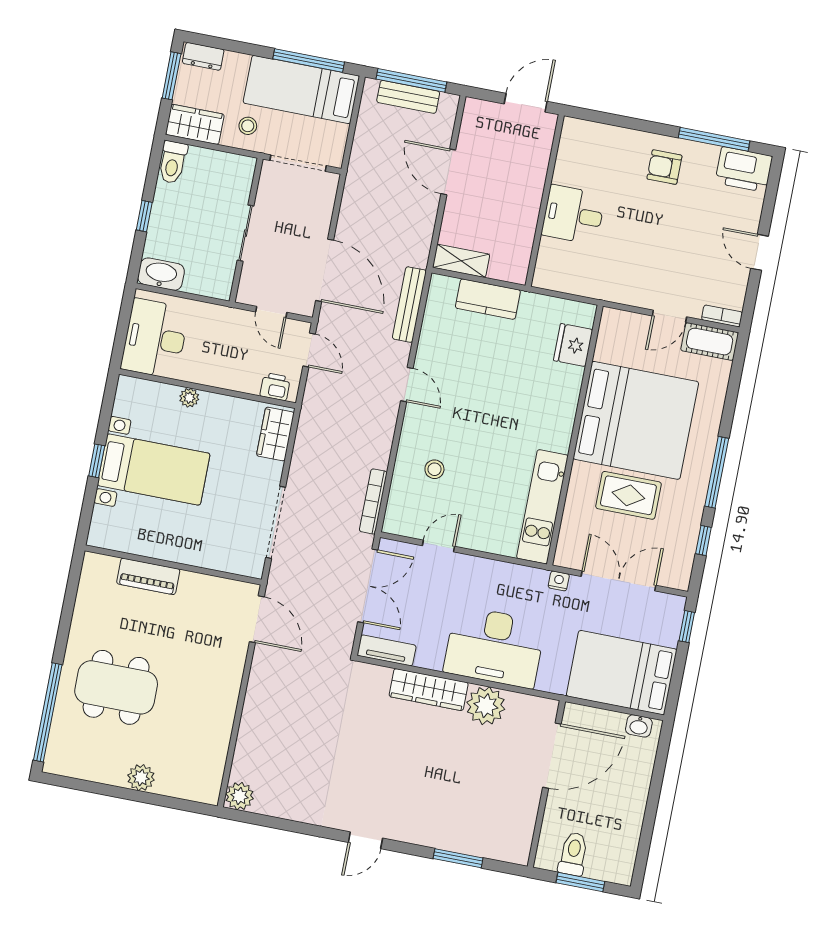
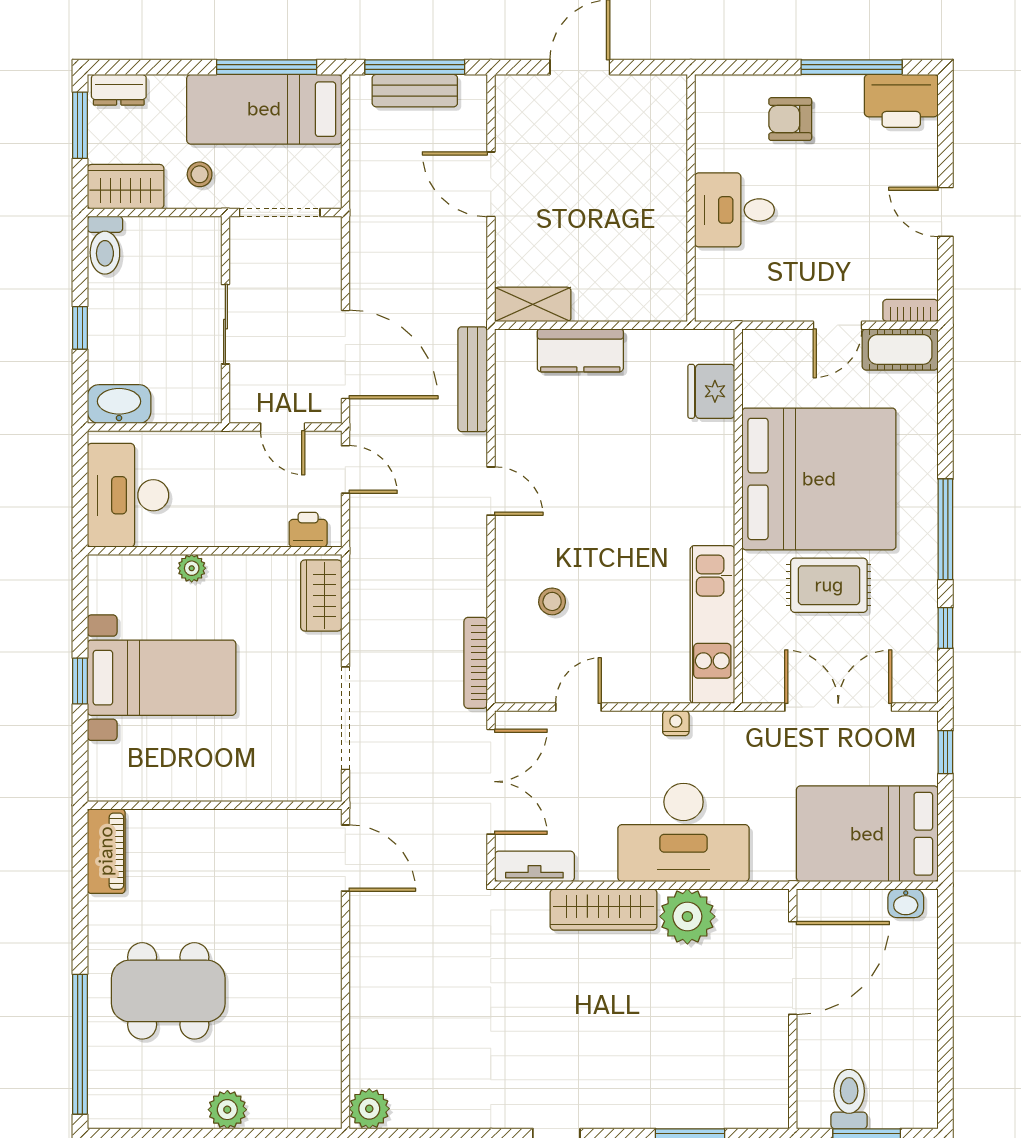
wall: (545, 201) -> (691, 198), moved
desk: (573, 215) -> (734, 210), moved
piano: (148, 576) -> (106, 851), moved, turned -90
nightstand: (559, 581) -> (676, 723), moved

